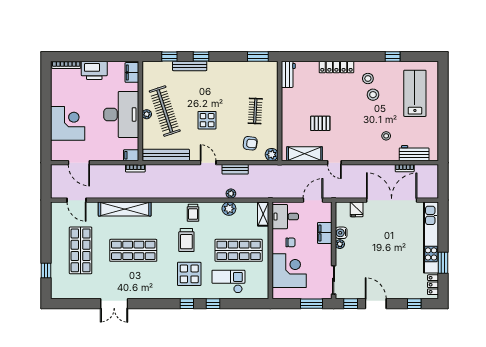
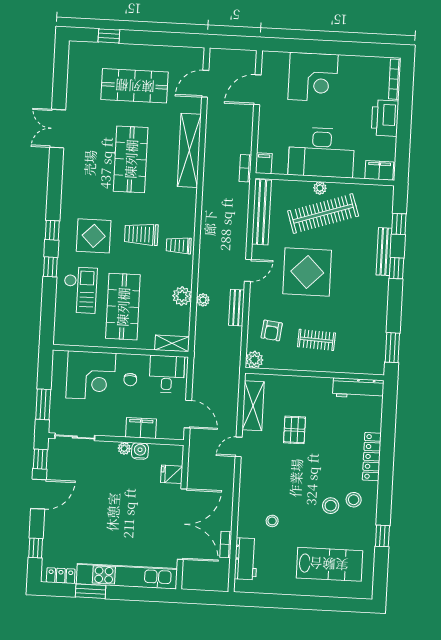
workbench: (288, 74) -> (358, 388), width x1.38
display table: (207, 120) -> (307, 272), width x1.86, depth x1.86

